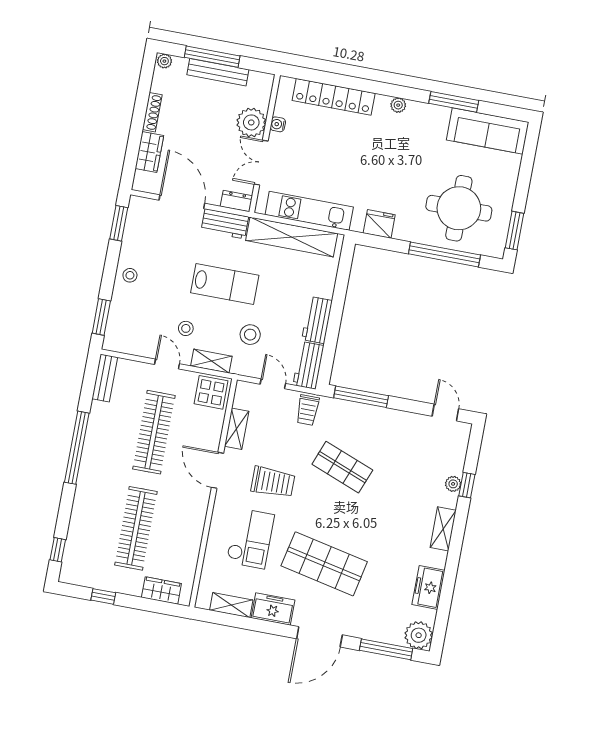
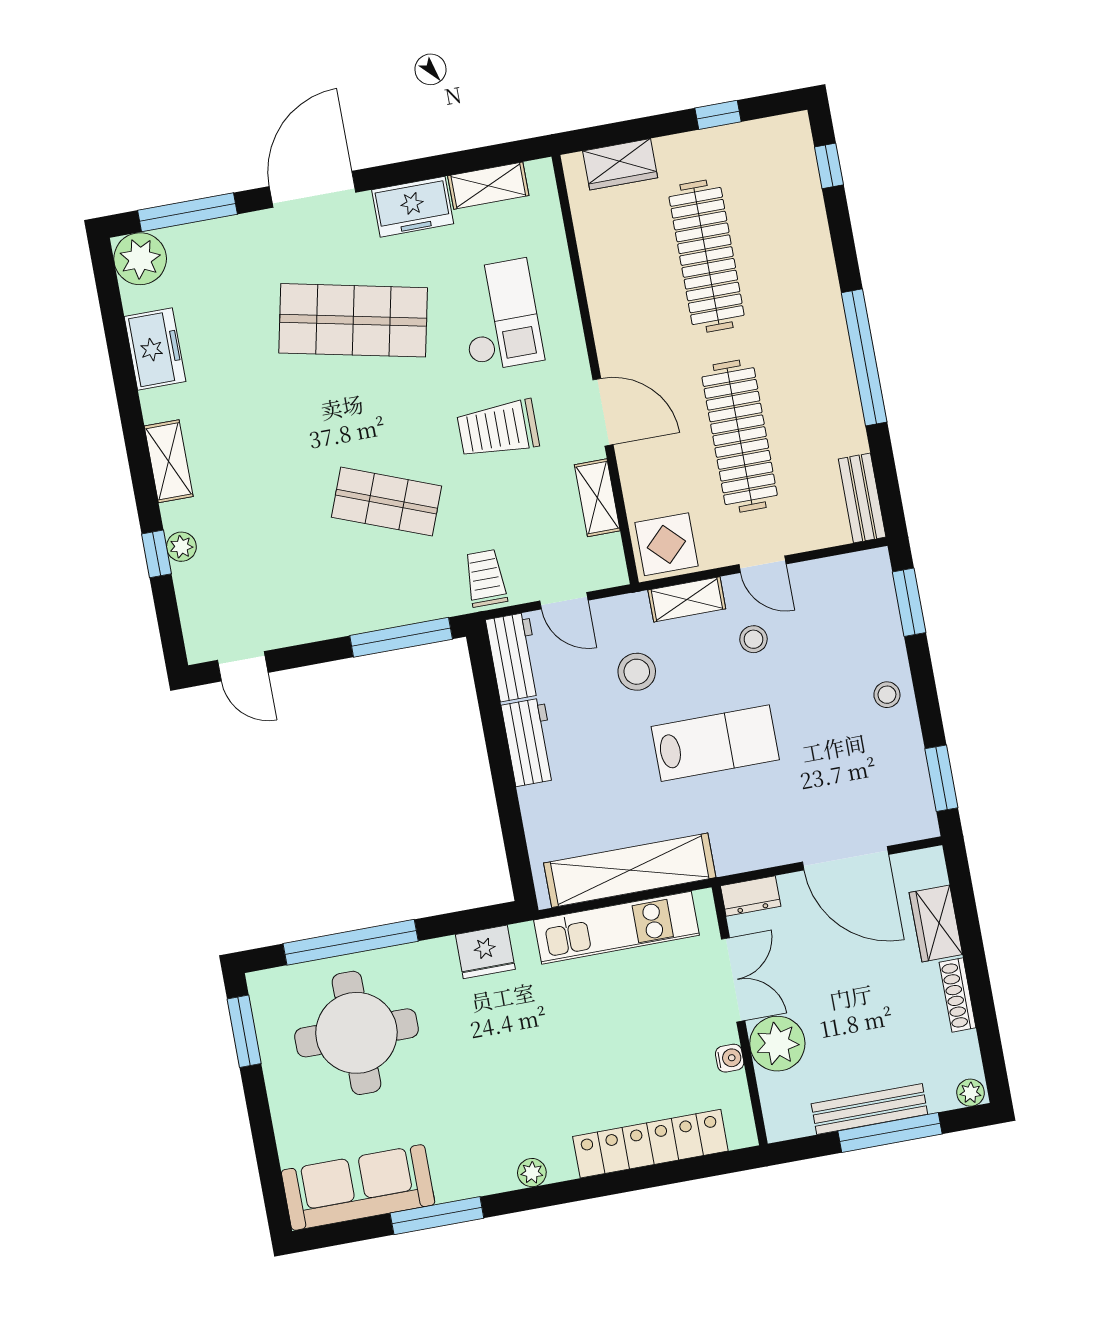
workbench: (225, 224) -> (756, 848), removed
lab bench: (225, 284) -> (715, 743), turned 180
checkout: (250, 538) -> (500, 315), turned 180

